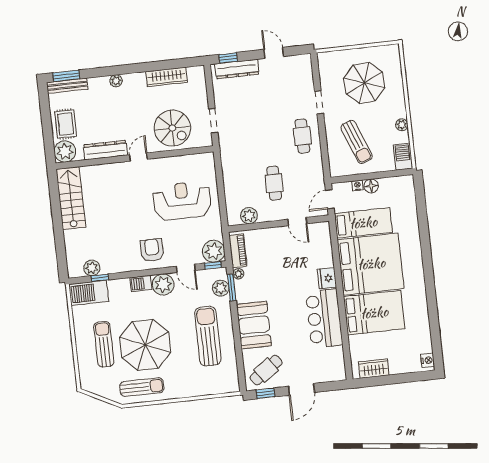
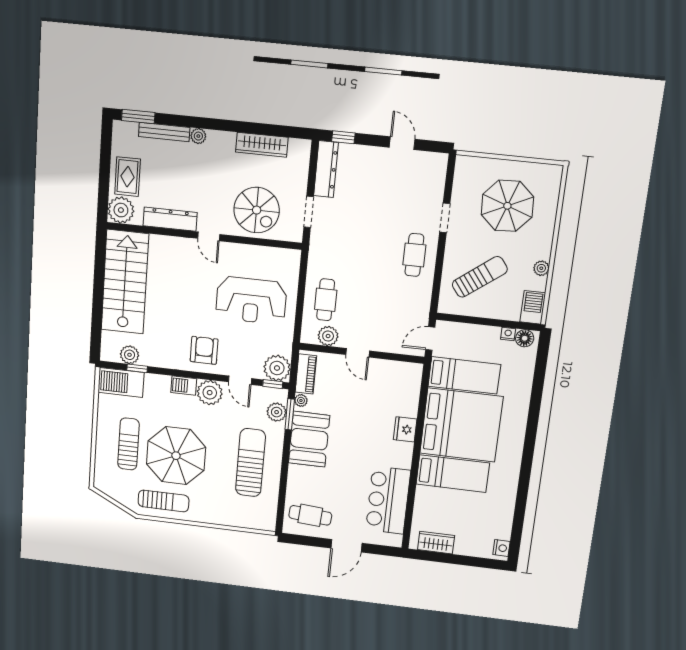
dresser: (237, 69) -> (326, 169), moved, turned -90
bench: (67, 86) -> (164, 132), moved
sun lounger: (357, 142) -> (480, 277), turned -106
door: (138, 157) -> (209, 236), swing flipped
cafe table: (274, 183) -> (326, 300), moved
nightstand: (357, 185) -> (508, 334), moved
floor lamp: (371, 186) -> (525, 338), moved
stairs: (71, 198) -> (125, 282), width x1.36, depth x1.51
reception desk: (182, 201) -> (251, 300), turned 180
door: (297, 221) -> (358, 353), moved
bed: (374, 313) -> (453, 474), width x0.67
bar counter: (324, 318) -> (388, 500), moved
booth: (254, 325) -> (309, 439), moved
cafe table: (266, 370) -> (310, 515), turned 39
window: (265, 393) -> (304, 540), removed

